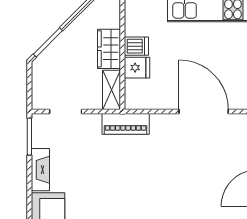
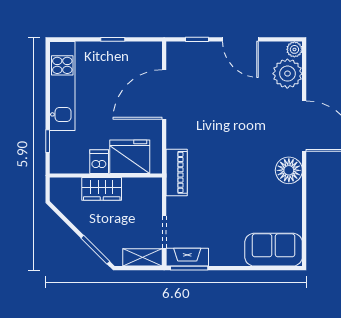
fridge: (137, 68) -> (130, 157), width x1.88, depth x1.34
shelving: (112, 90) -> (143, 257), moved
fireplace: (40, 170) -> (187, 257), moved

